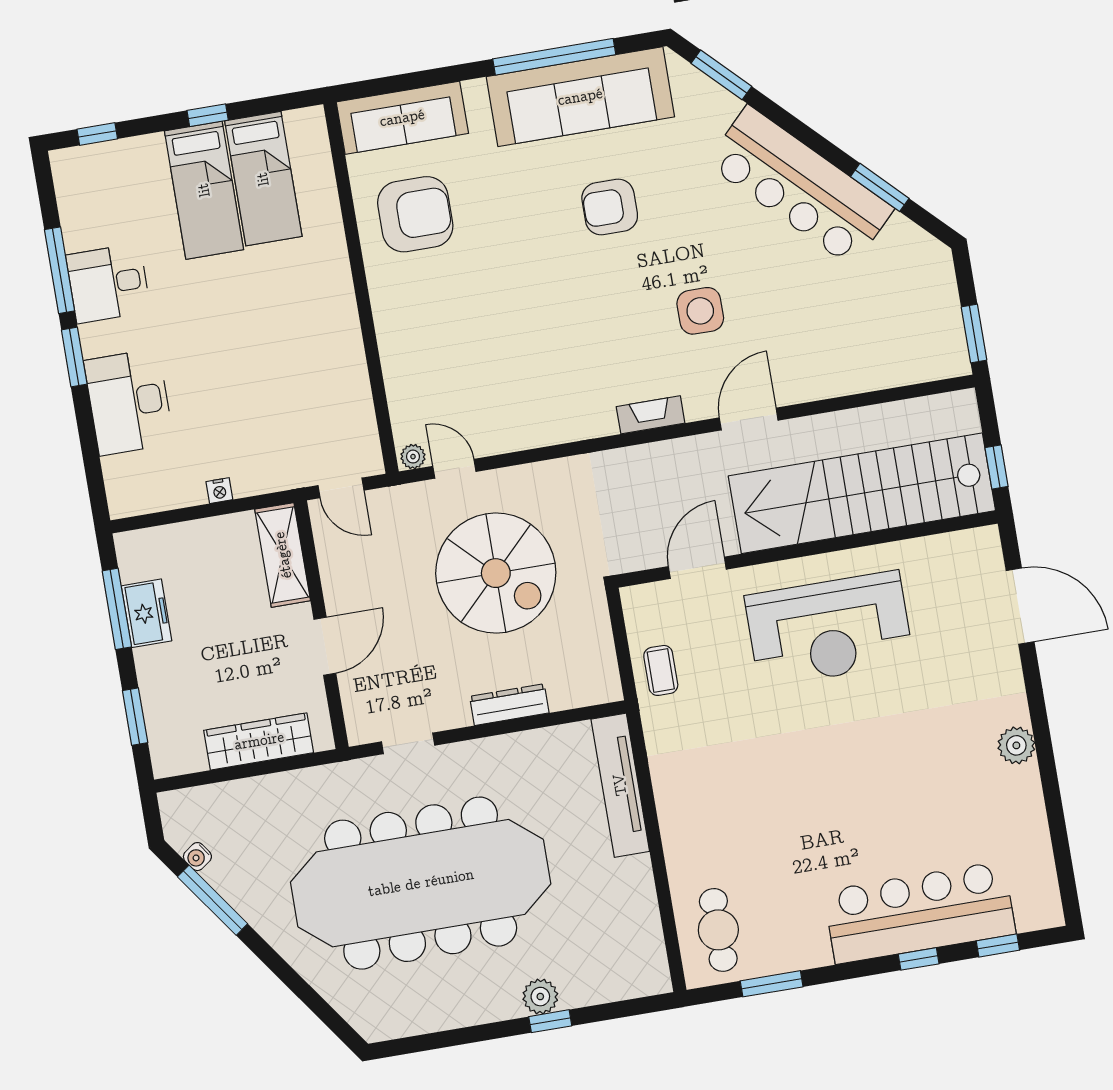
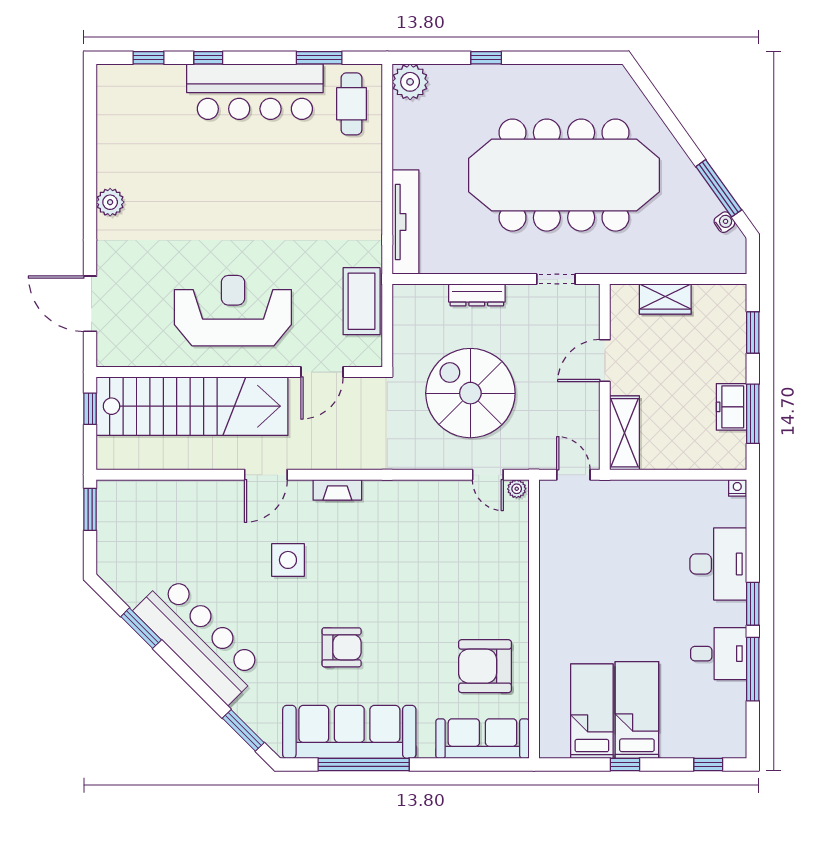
nightstand: (219, 491) -> (737, 488), moved
coffee table: (661, 670) -> (362, 301), width x1.86, depth x1.72
wardrobe: (259, 741) -> (665, 299), width x0.67
bar counter: (920, 912) -> (255, 92), moved
plant: (540, 997) -> (410, 82), moved, width x1.36, depth x1.36

